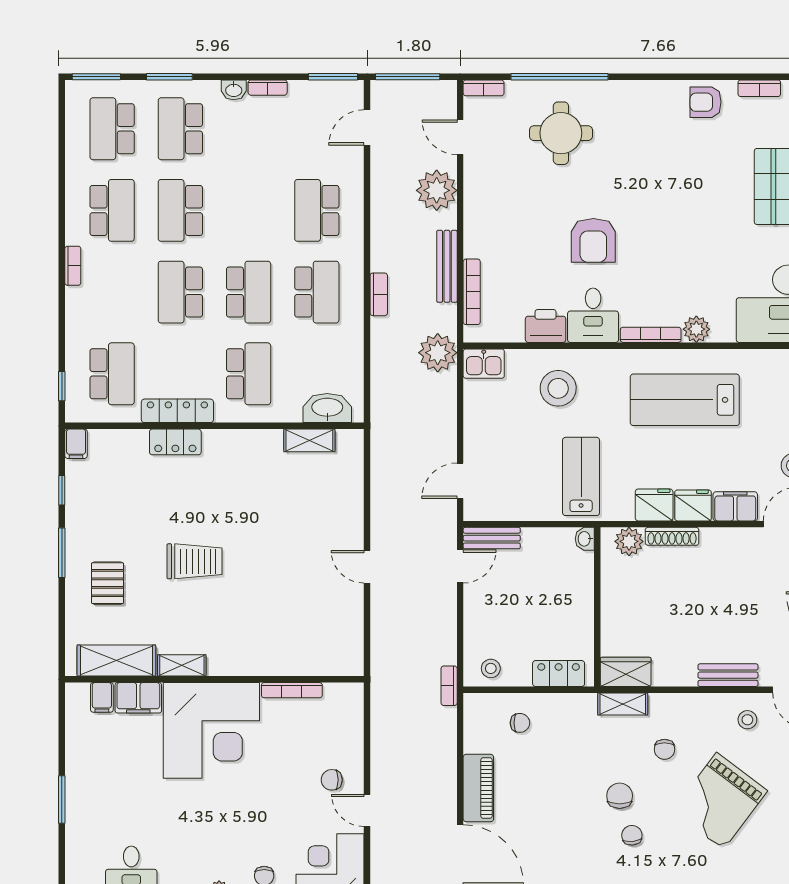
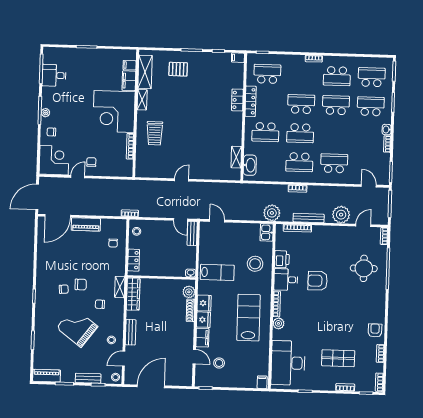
school desk: (112, 374) -> (267, 74), turned 180
trolley: (194, 561) -> (155, 133), moved
wardrobe: (626, 672) -> (133, 294), width x1.50

